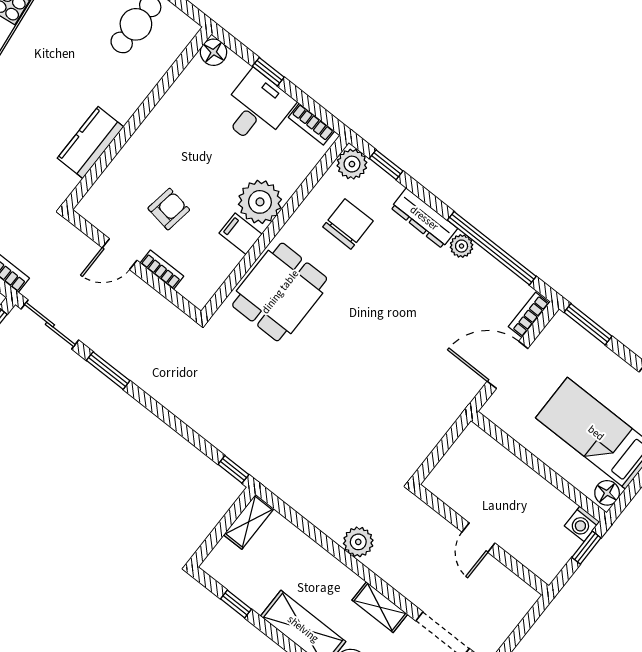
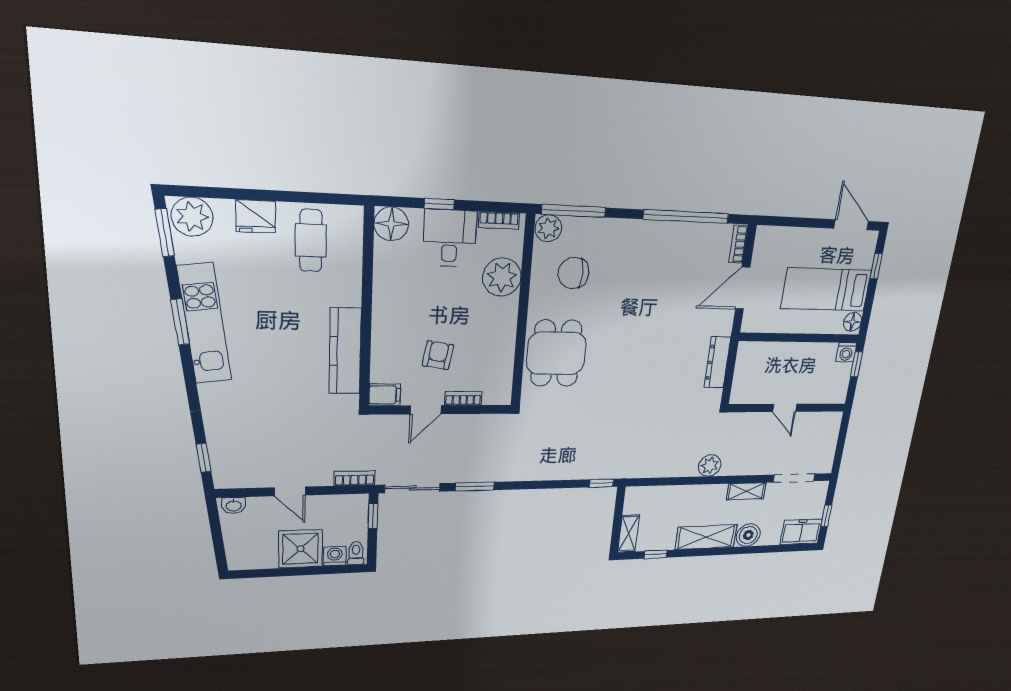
floor lamp: (214, 52) -> (391, 224), width x1.38, depth x1.38
kitchen counter: (91, 142) -> (345, 351), width x1.50
window: (386, 165) -> (574, 211), width x2.17
plant: (260, 202) -> (502, 277), moved
dresser: (424, 218) -> (717, 362), moved, turned 90
chair: (348, 224) -> (573, 273), turned -90
filing cabinet: (241, 234) -> (385, 395), moved, turned 180
plant: (462, 246) -> (664, 230), removed
window: (588, 324) -> (782, 221), removed
shelving: (249, 522) -> (629, 534), moved

